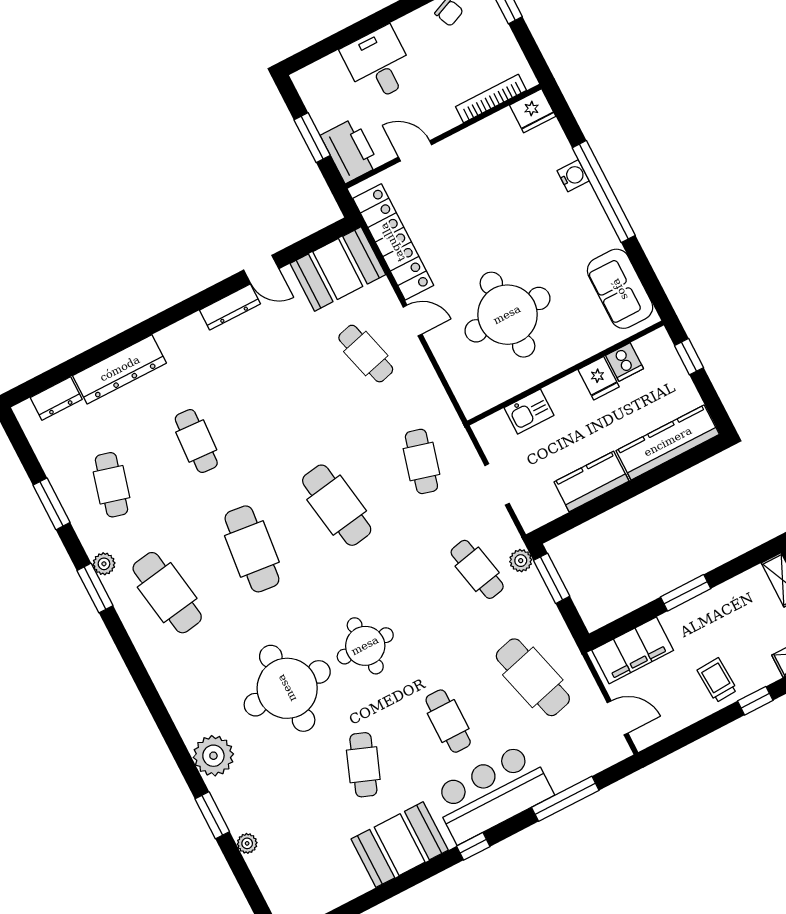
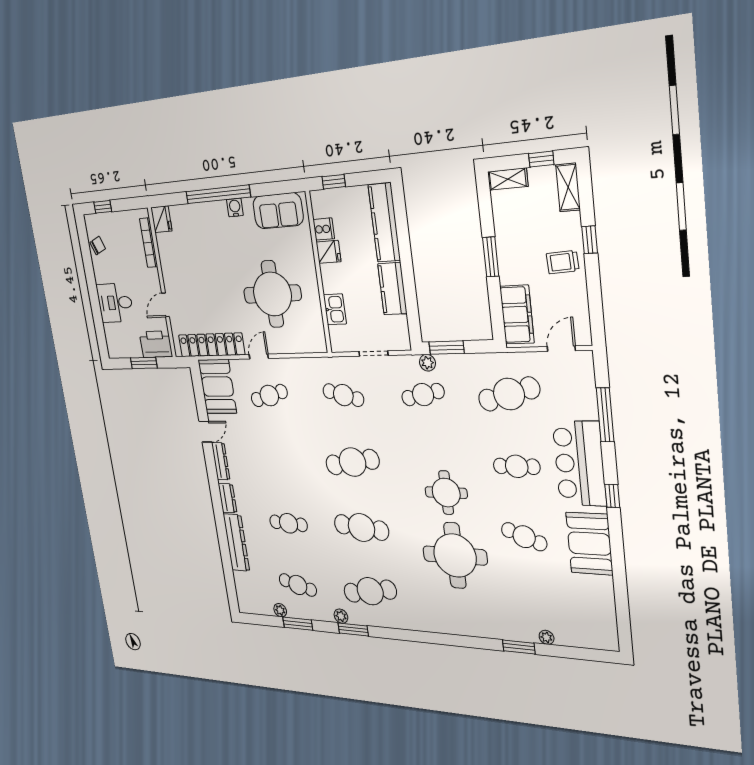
water cooler: (573, 176) -> (235, 207), moved
dresser: (56, 398) -> (228, 498), moved
plant: (213, 756) -> (280, 610), moved, width x0.53, depth x0.53

